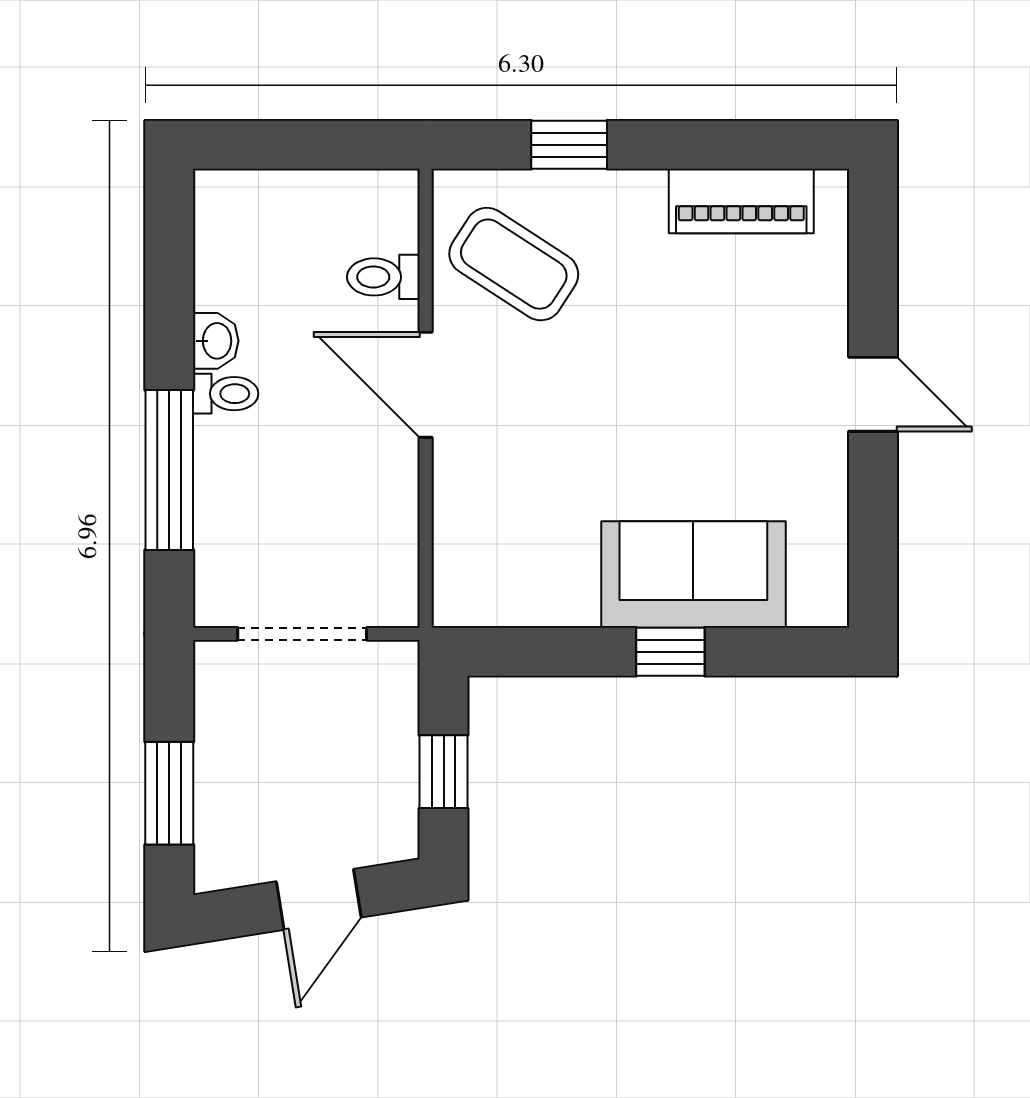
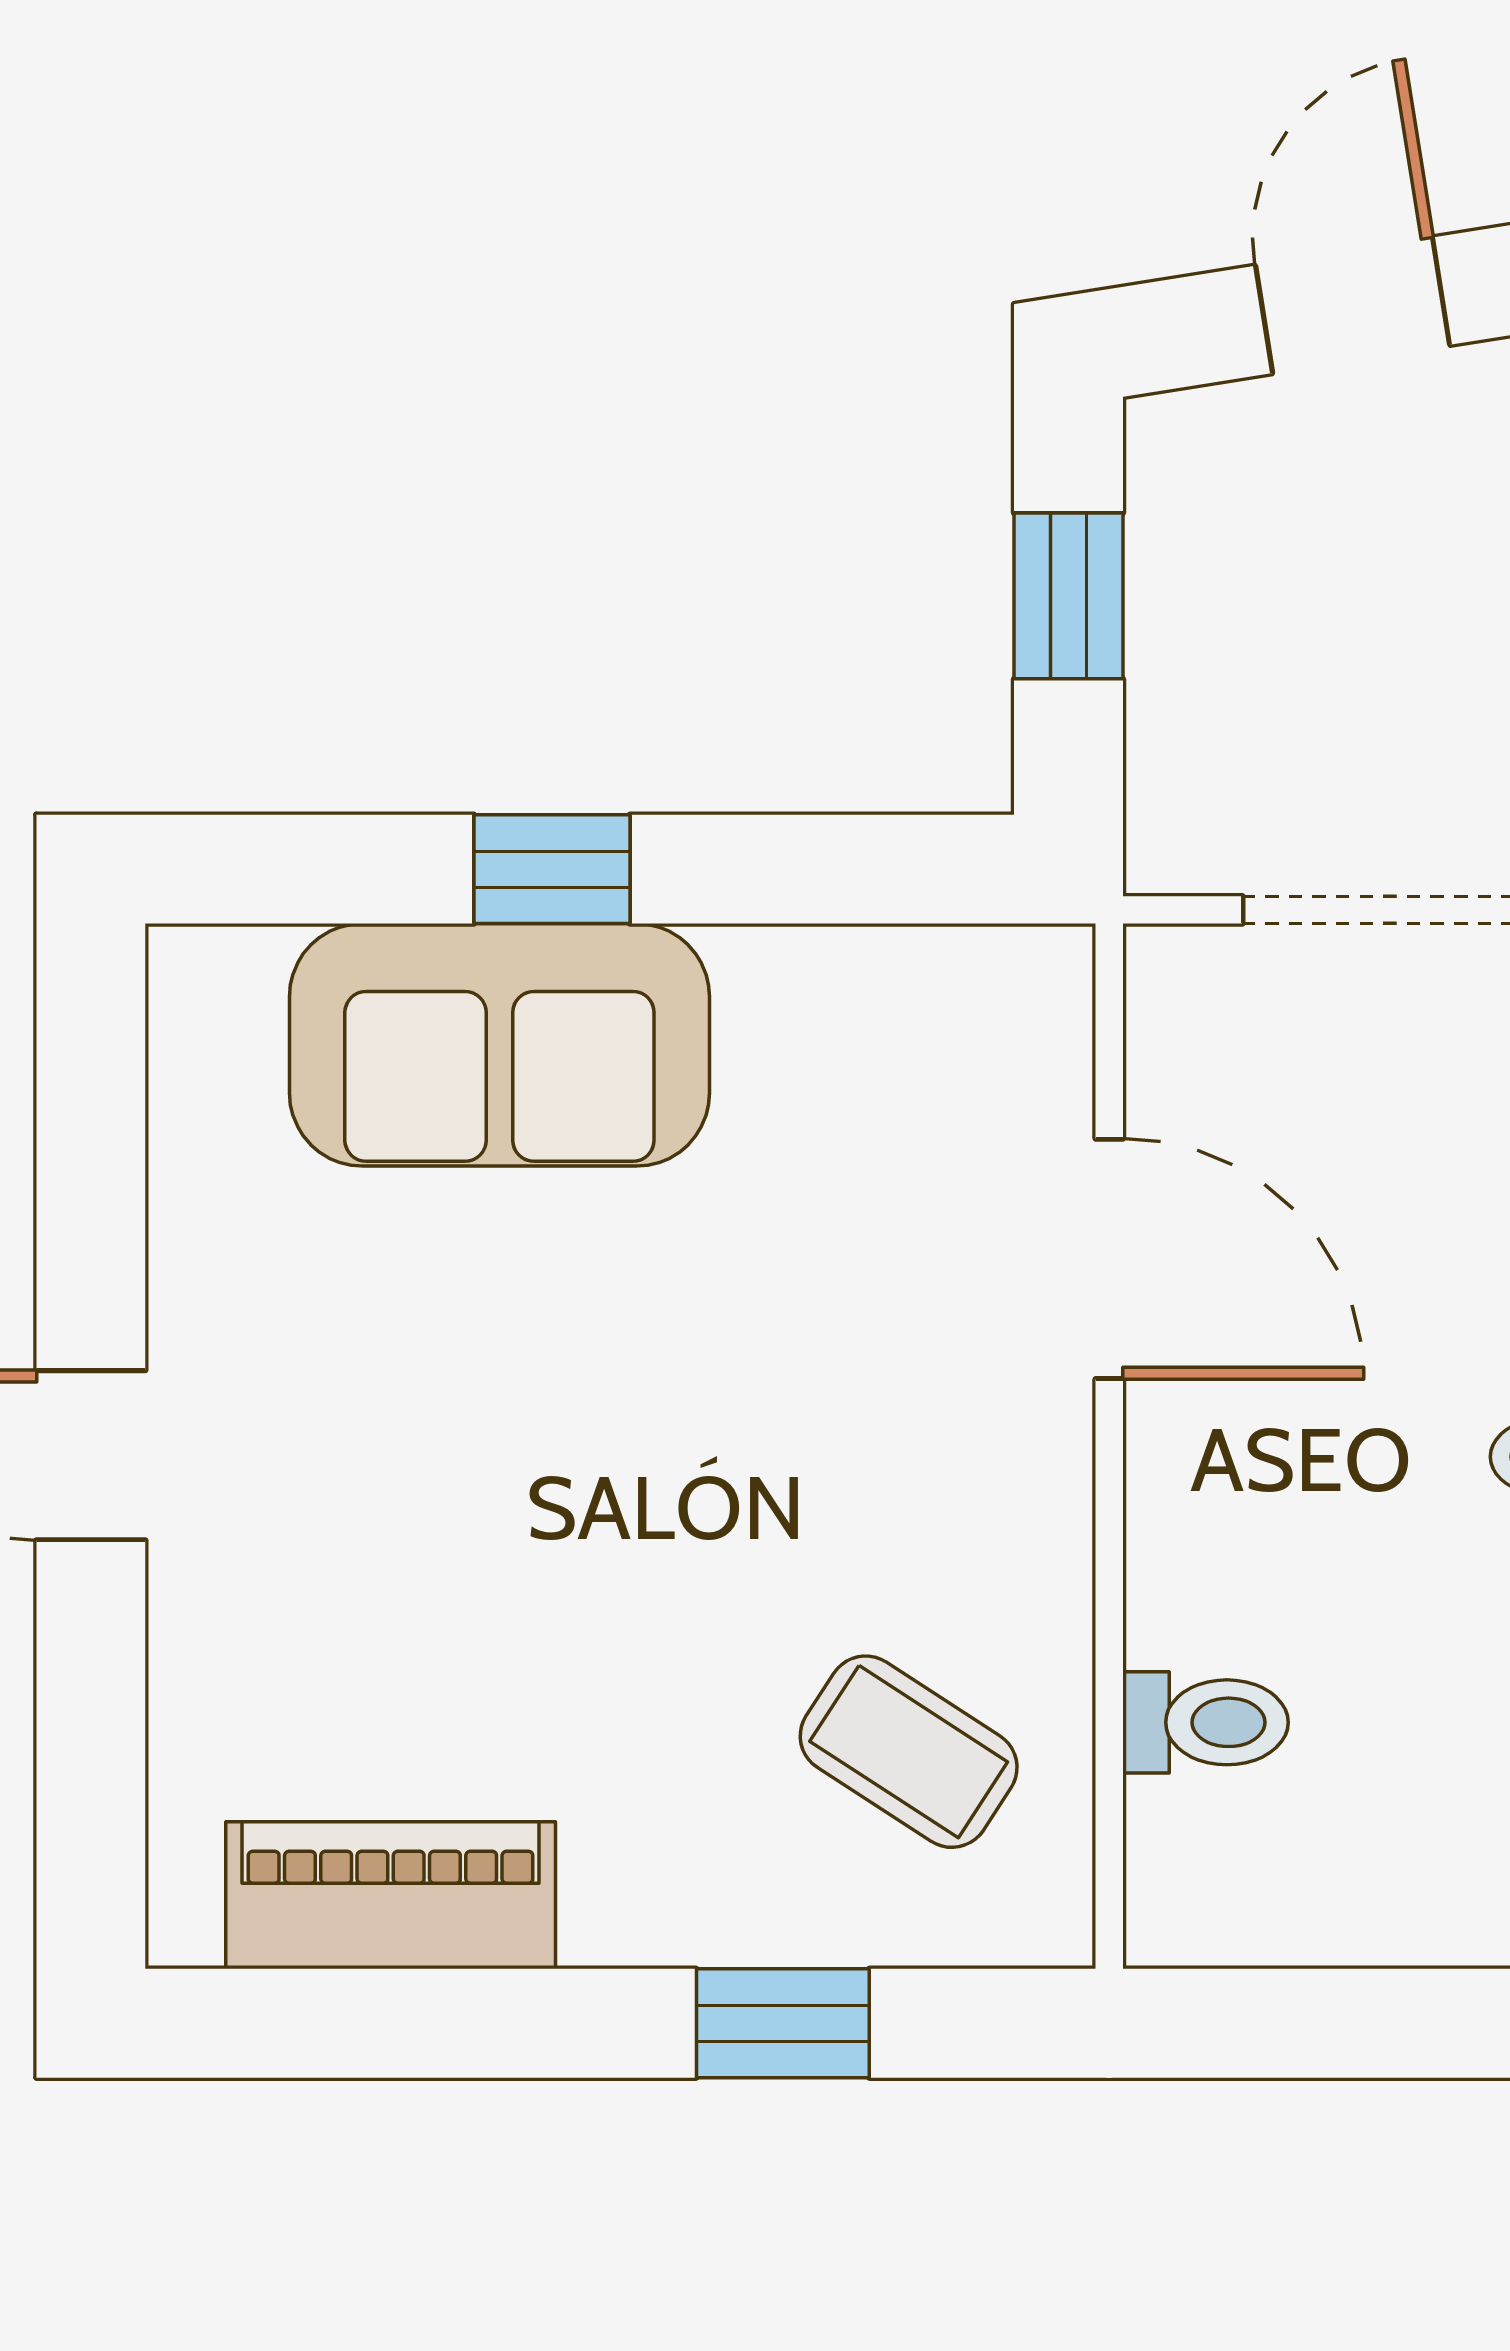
coffee table: (514, 264) -> (909, 1752), width x0.73, depth x0.77
door: (426, 385) -> (1109, 1259), moved

